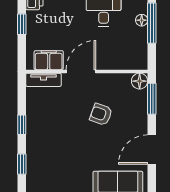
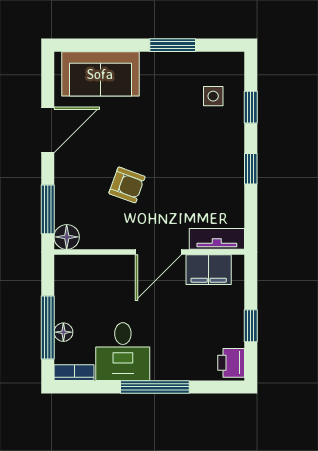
side table: (46, 171) -> (213, 96), added

